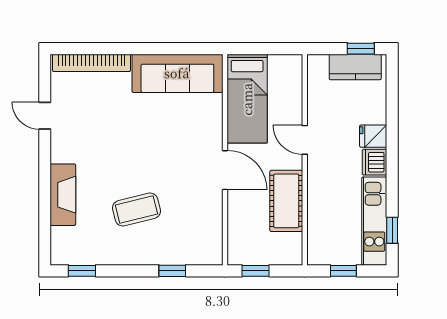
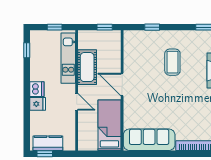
coffee table: (136, 210) -> (172, 62), turned -76
kitchen unit: (374, 221) -> (68, 58), moved, turned 180

